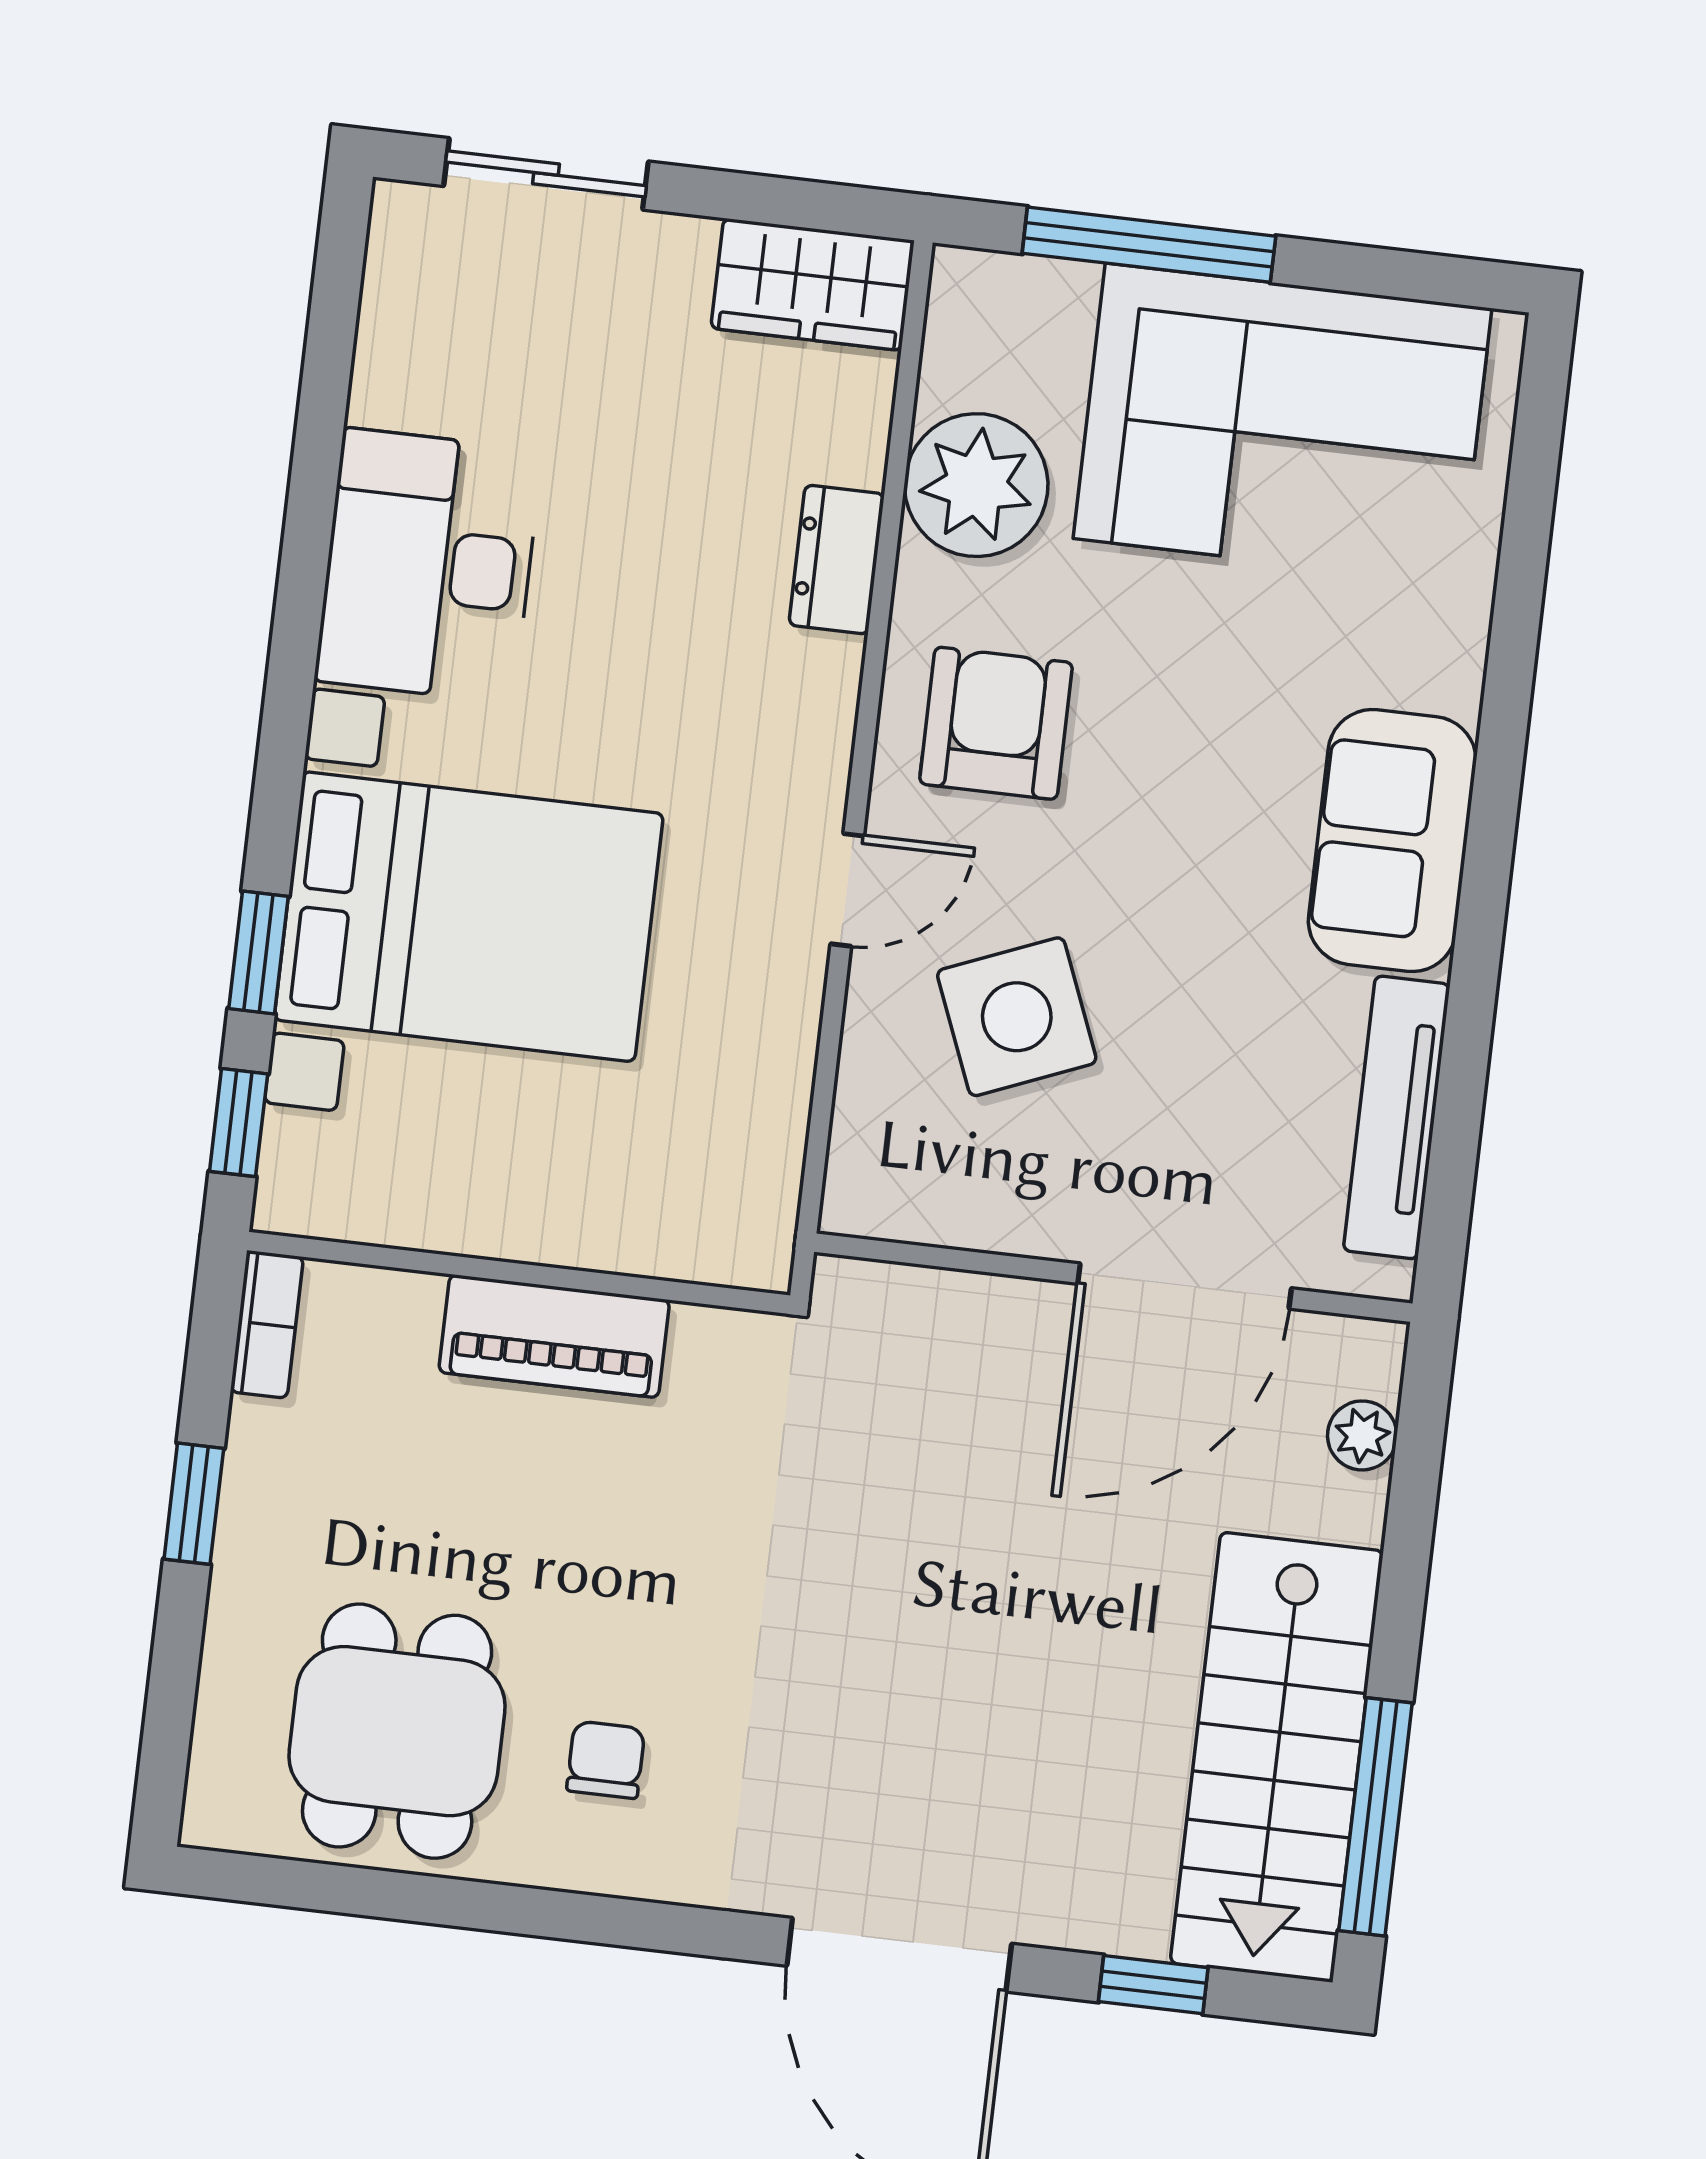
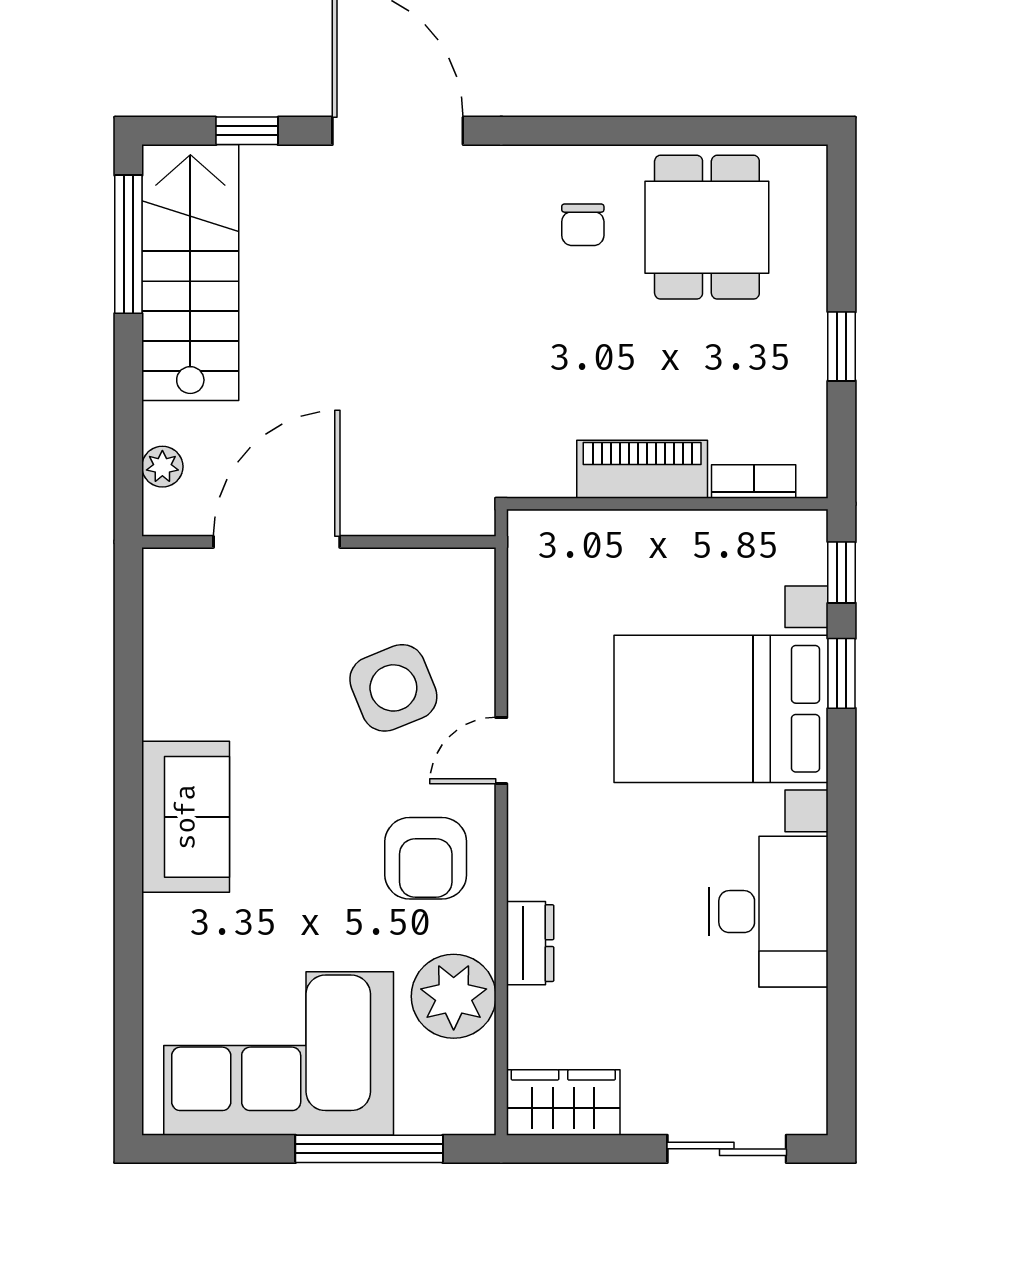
tv unit: (1397, 1117) -> (164, 655), removed
bookcase: (267, 1324) -> (754, 482), moved, turned 90

